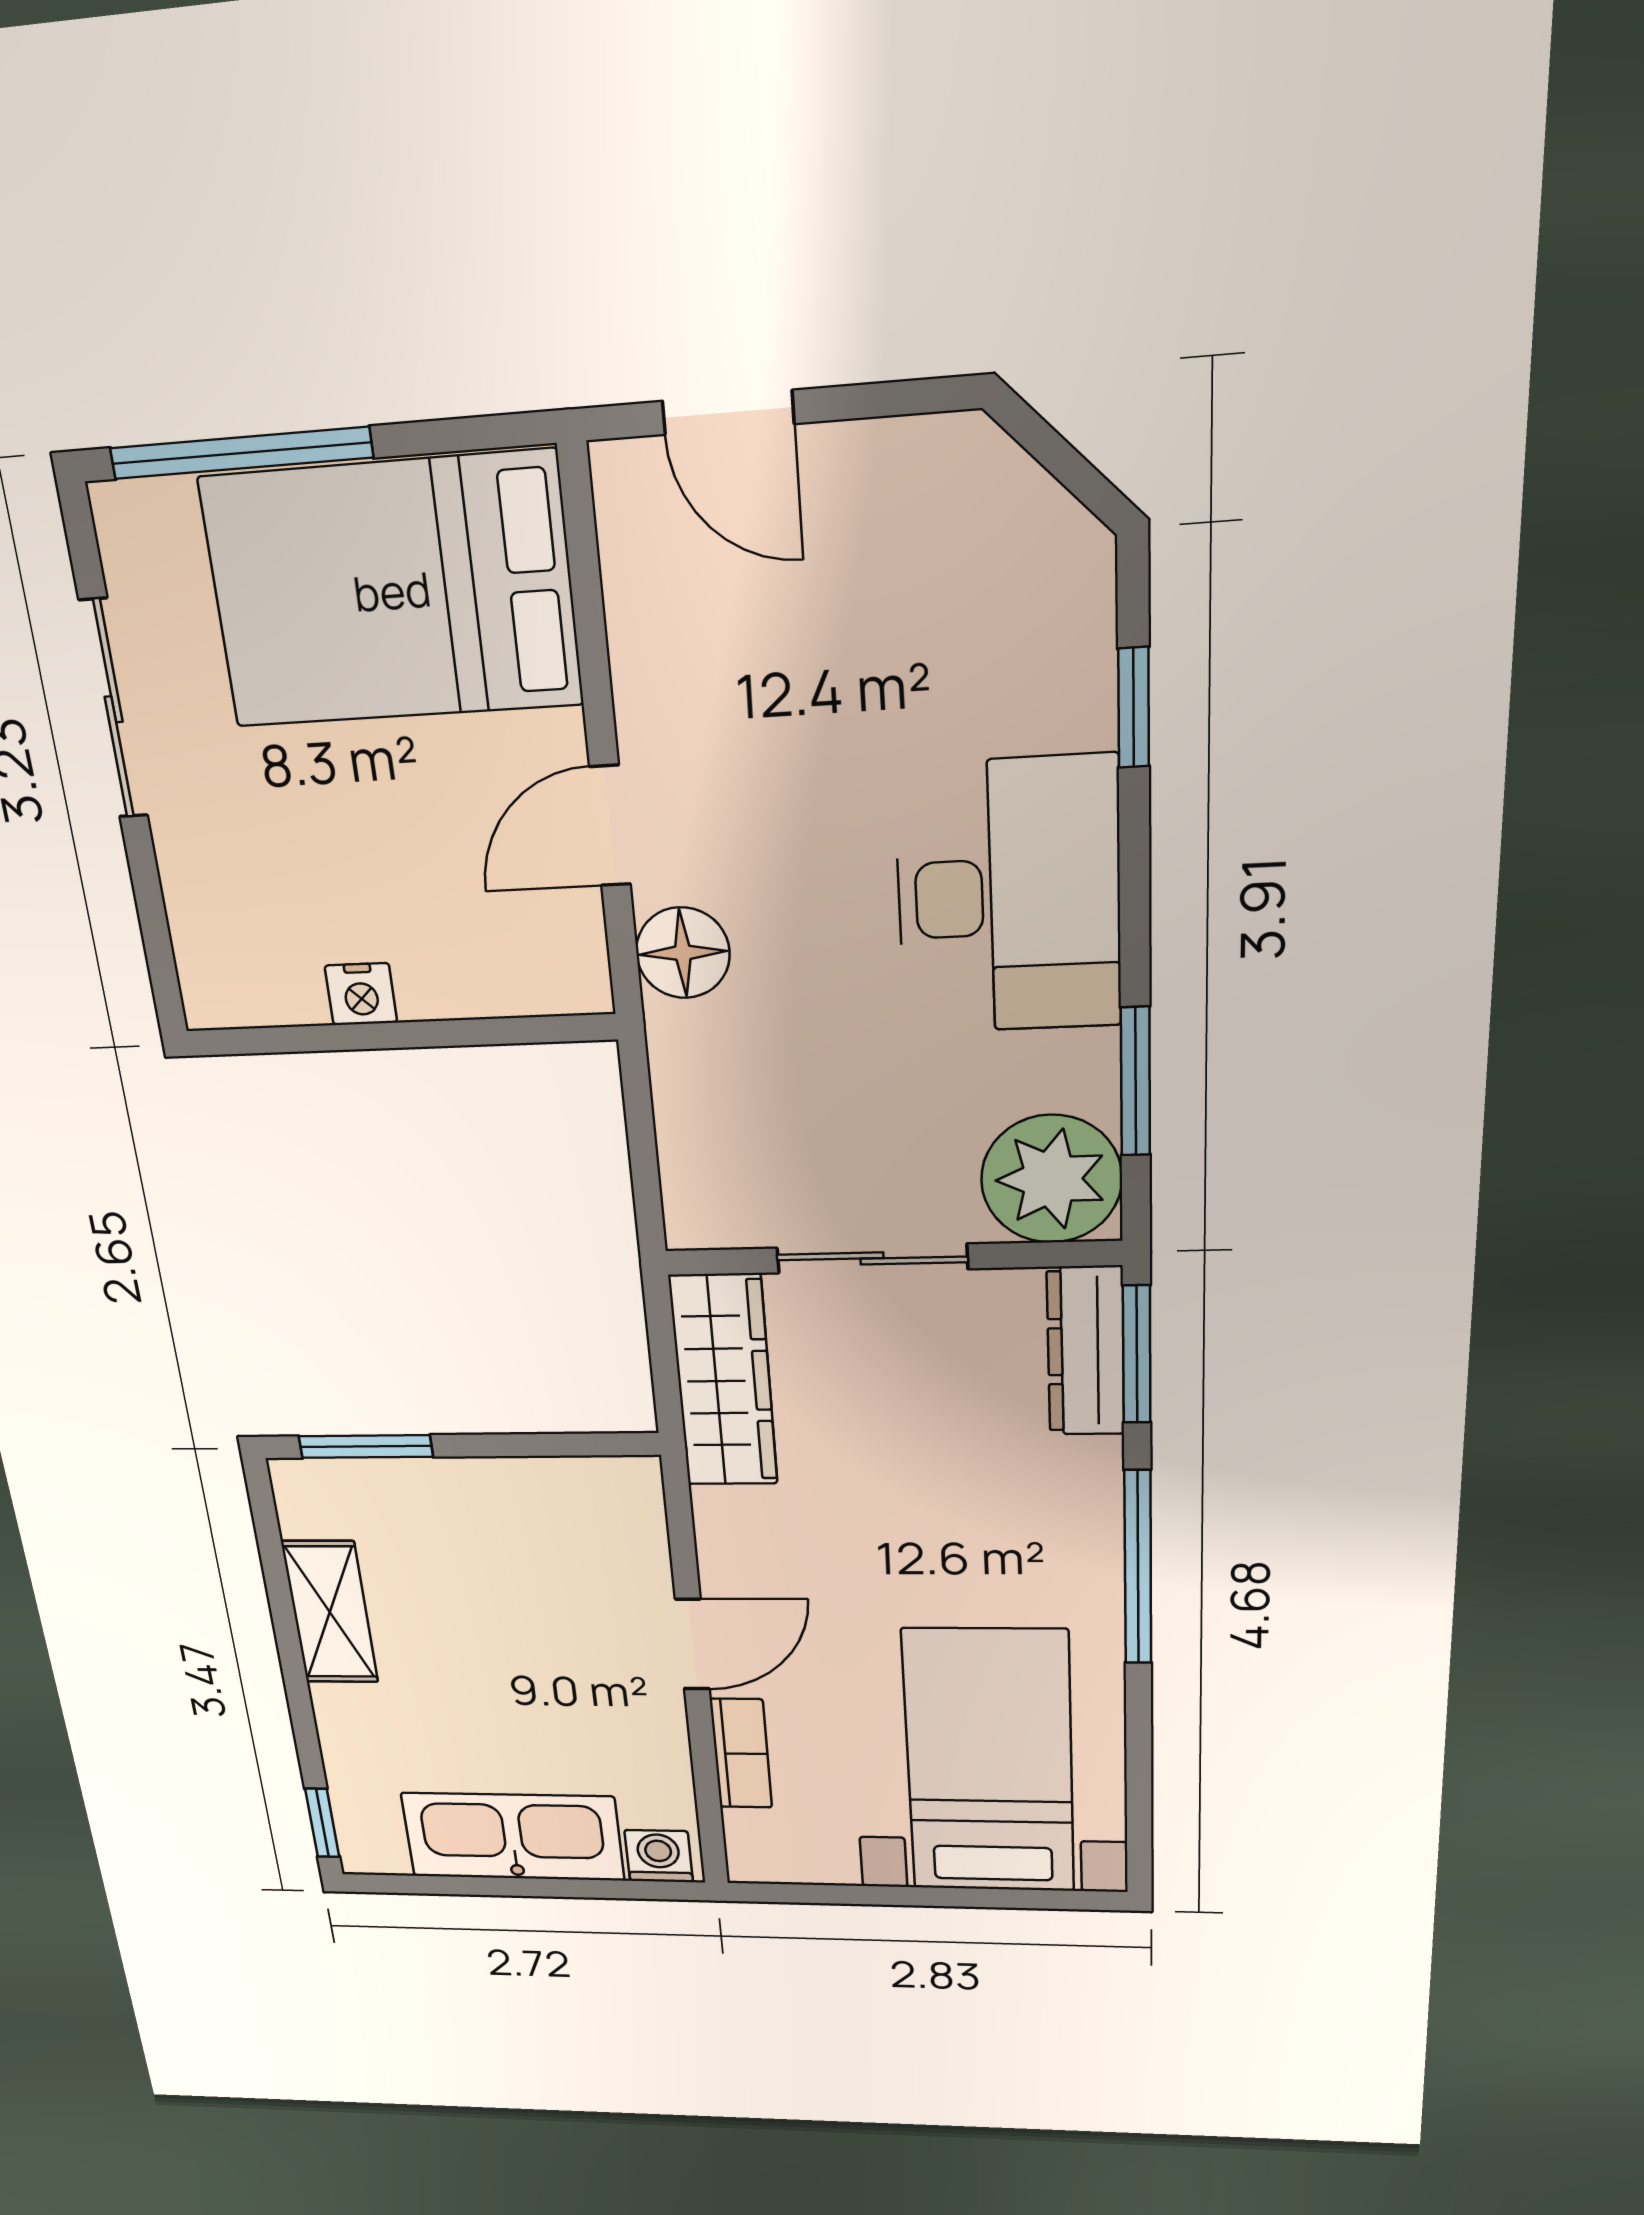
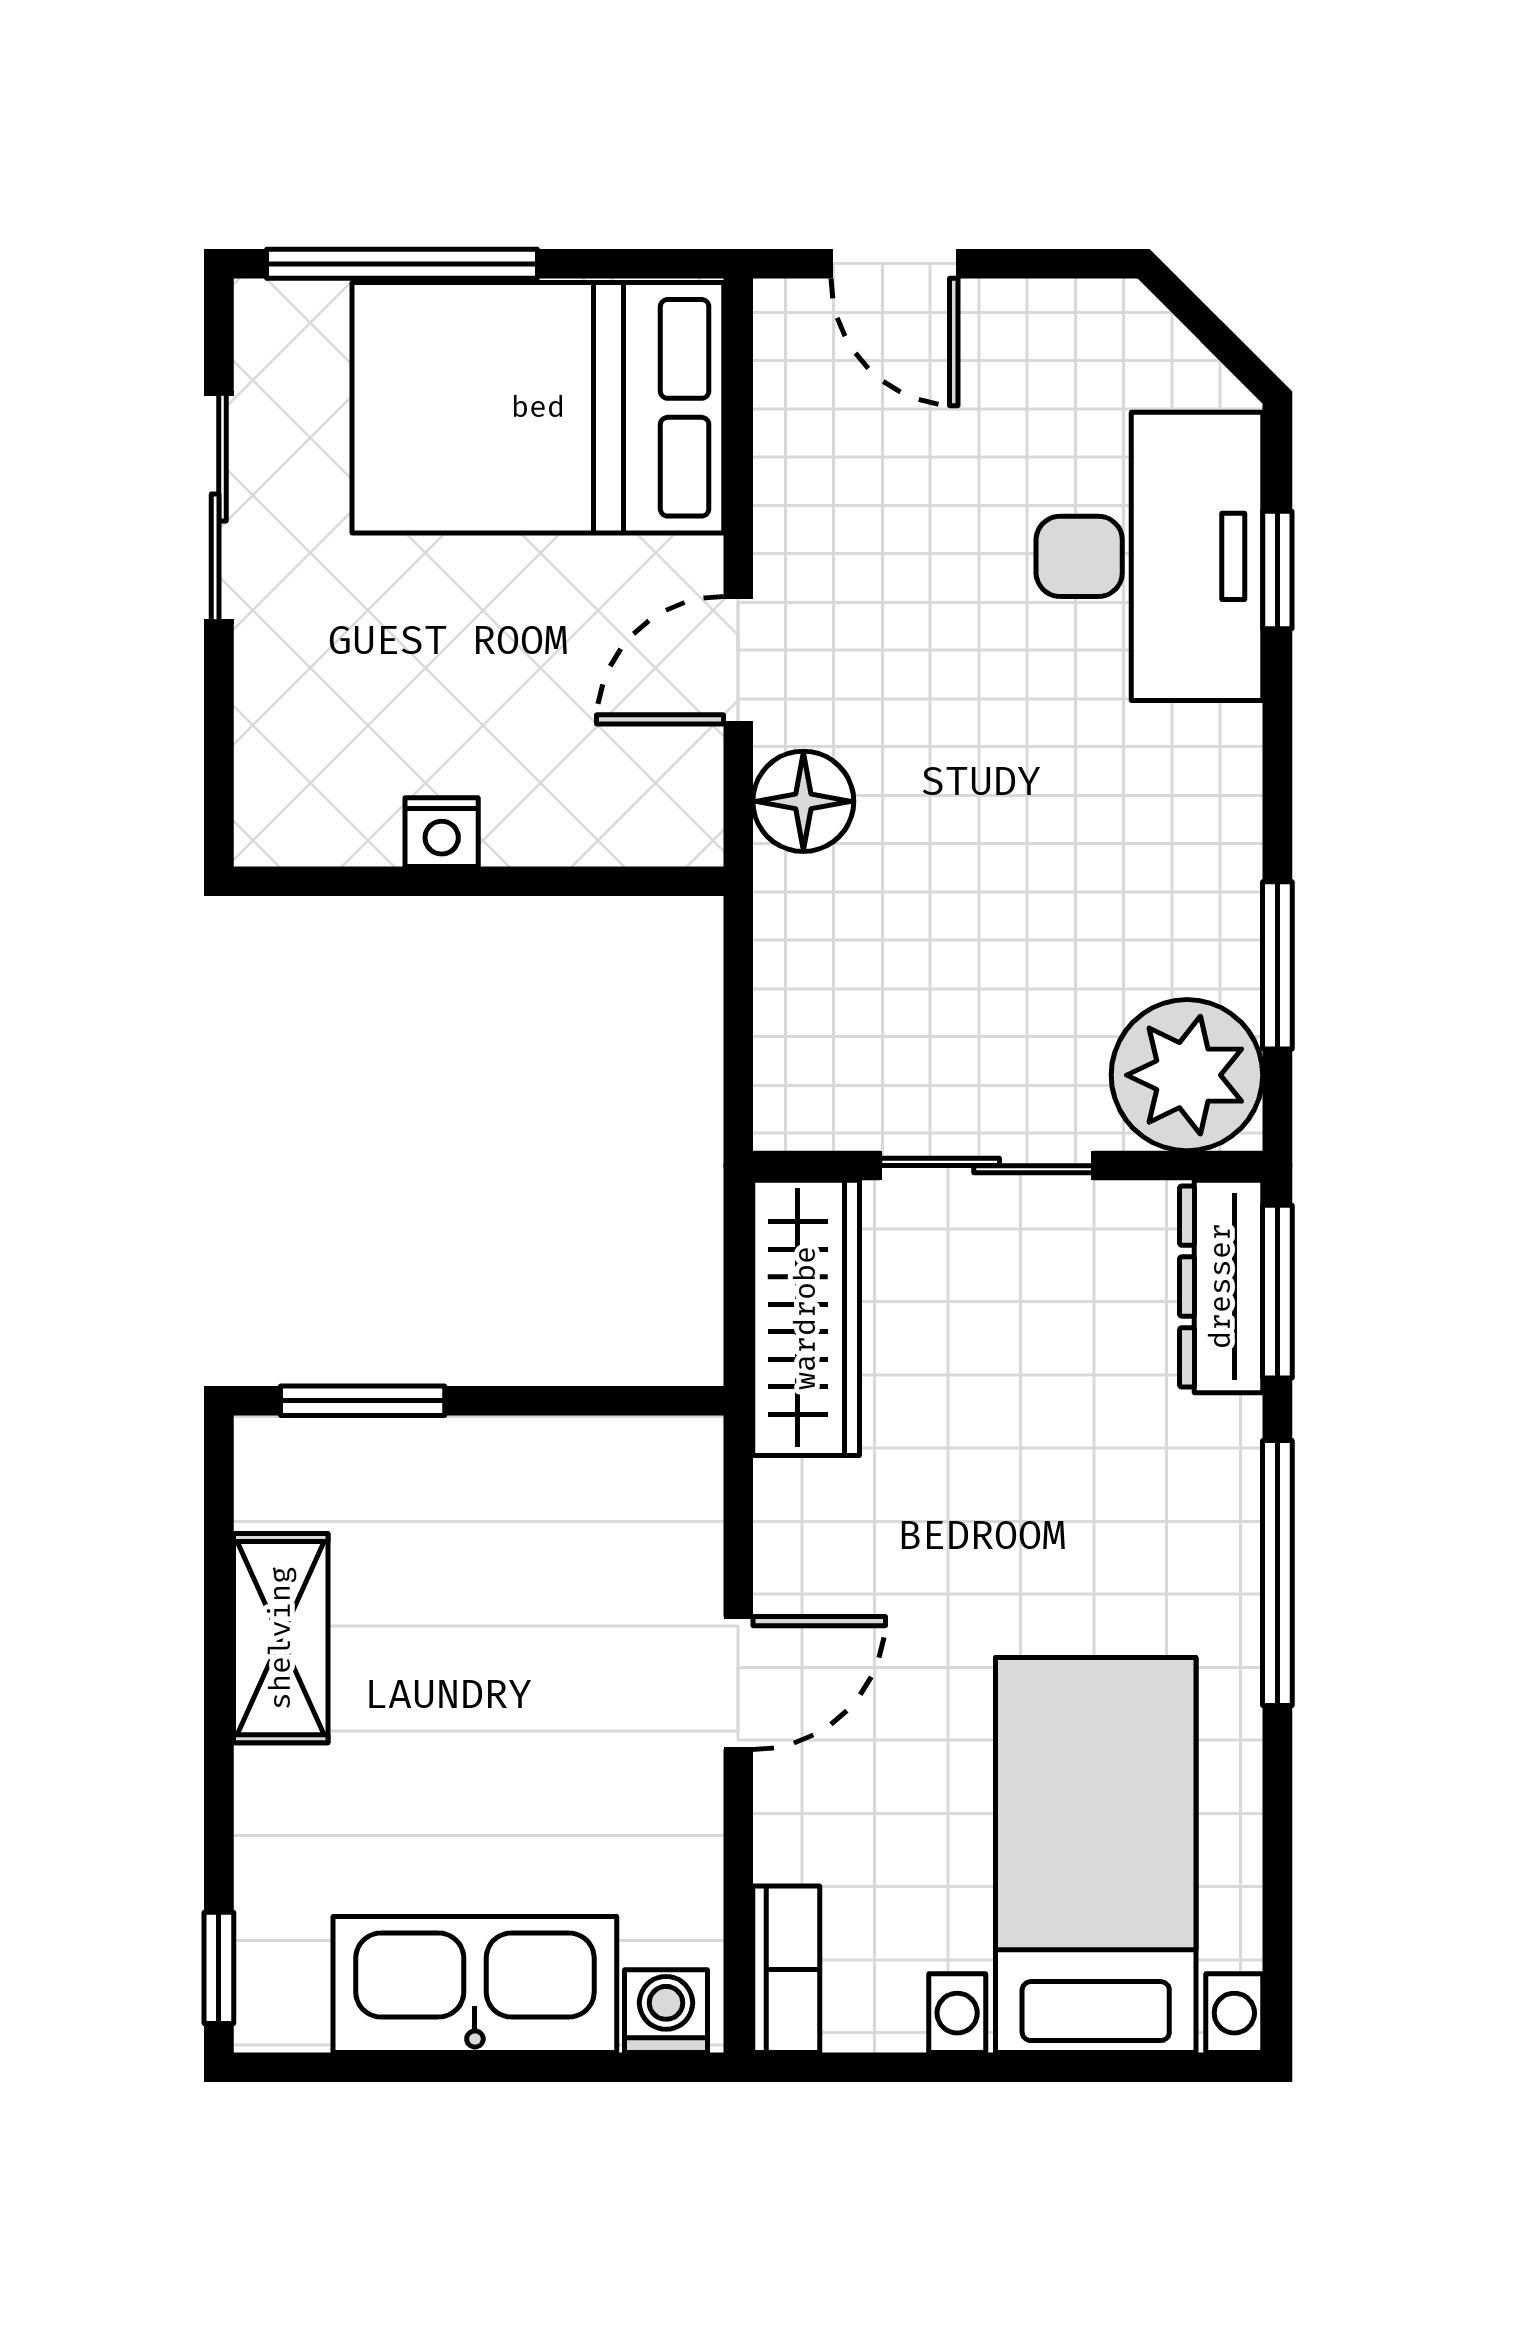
desk: (1009, 897) -> (1149, 556), moved
bookcase: (741, 1753) -> (786, 1969), moved

